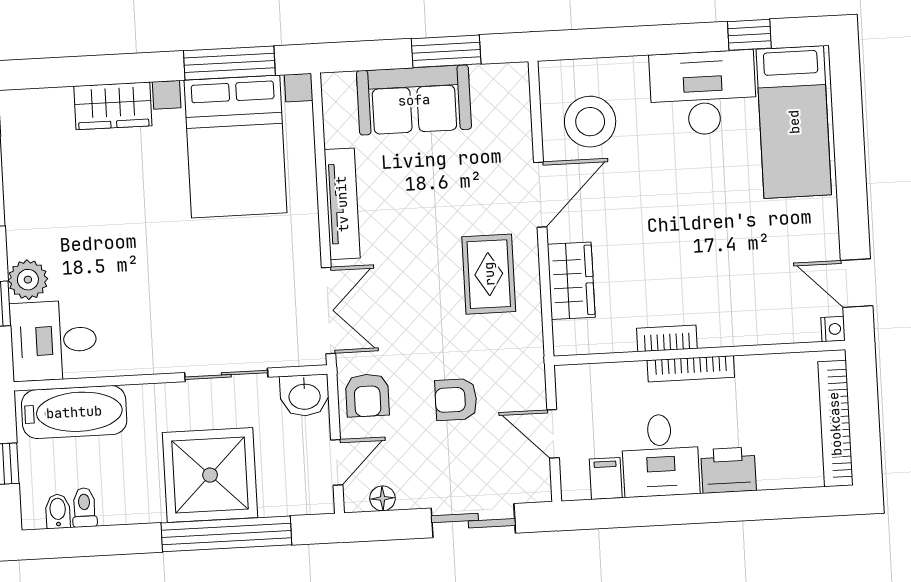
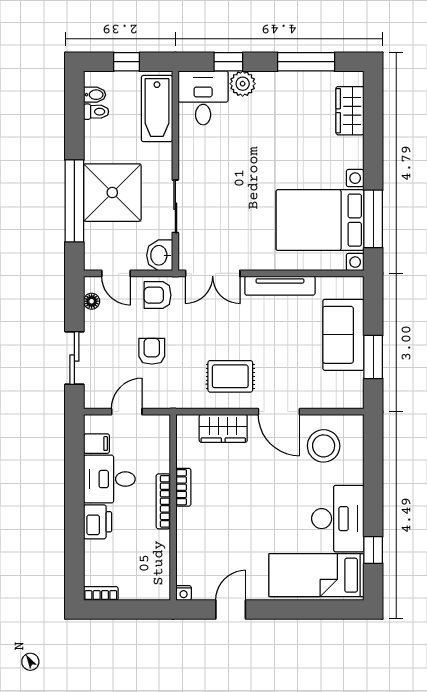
wardrobe: (113, 106) -> (350, 111), moved
door: (857, 283) -> (231, 610), moved
bookcase: (835, 424) -> (101, 593), width x0.43, depth x0.76

